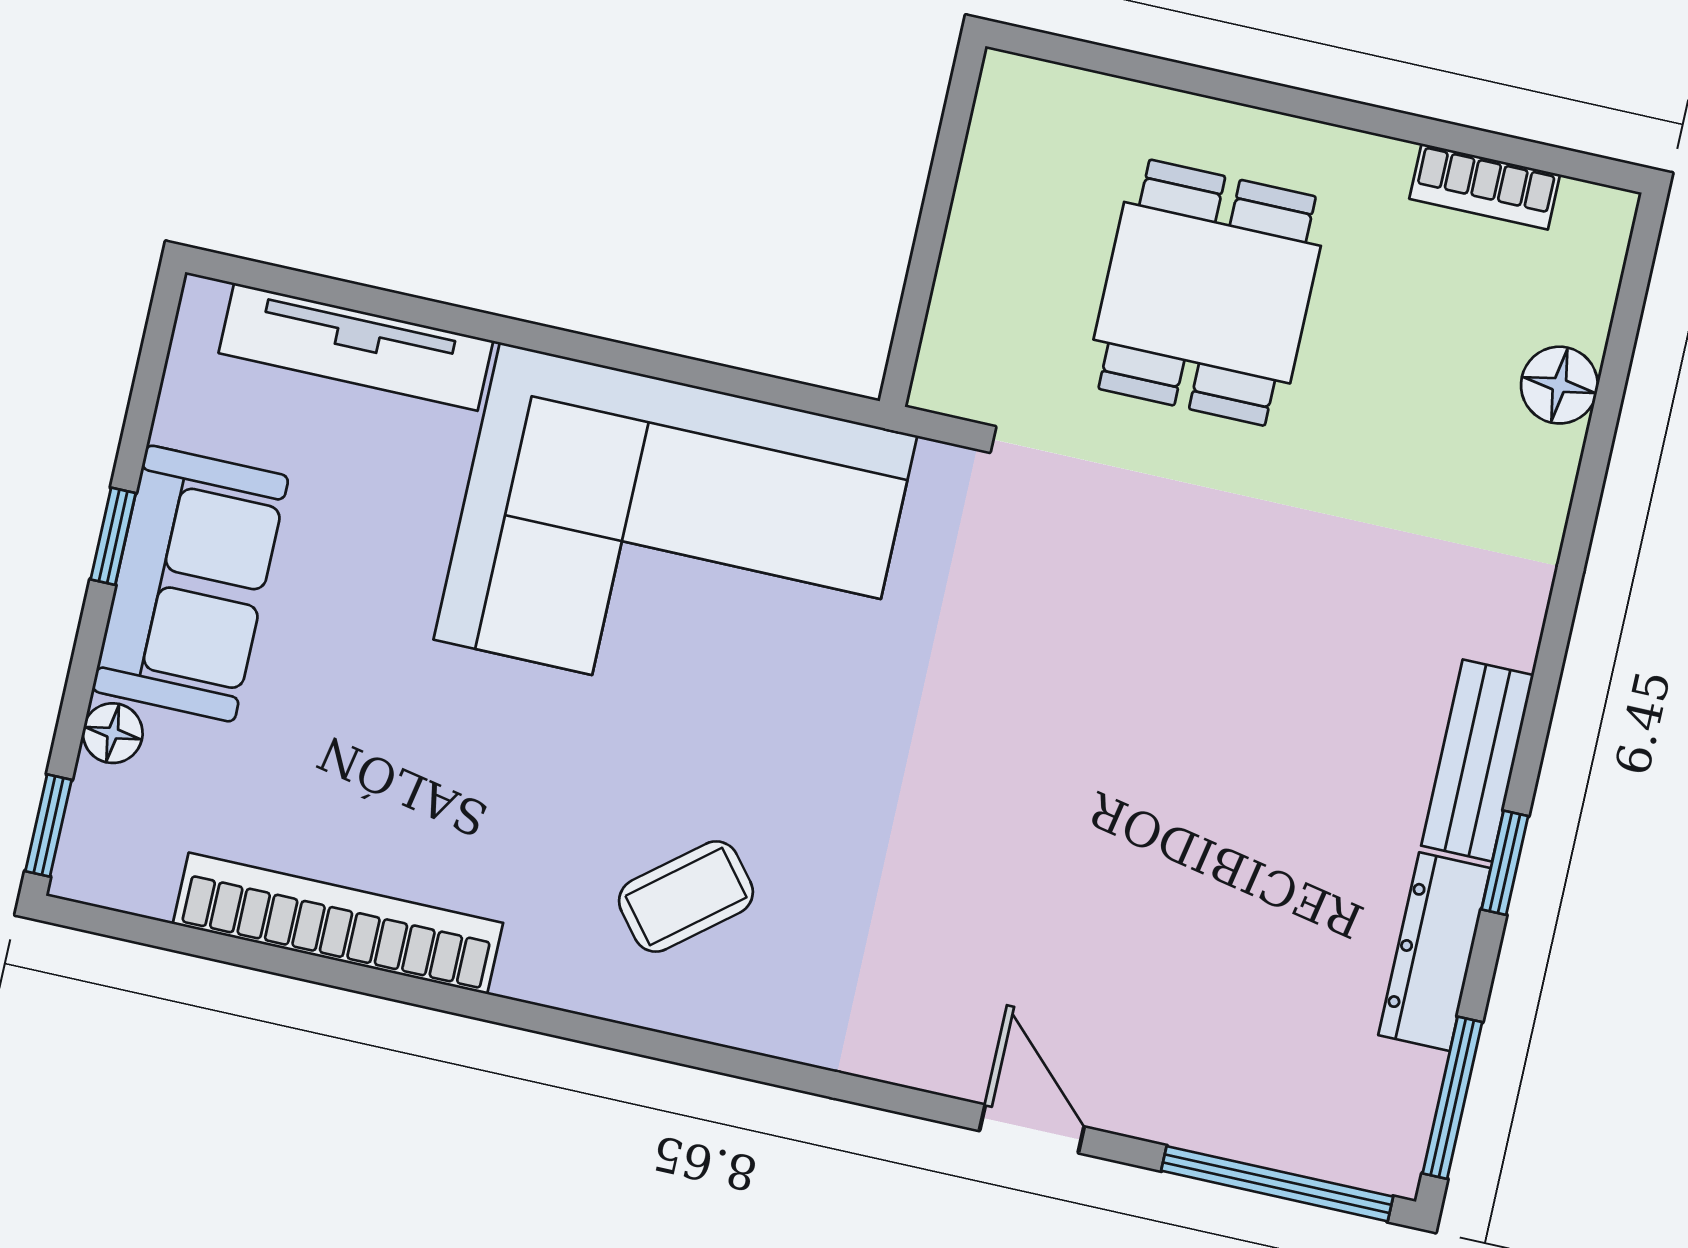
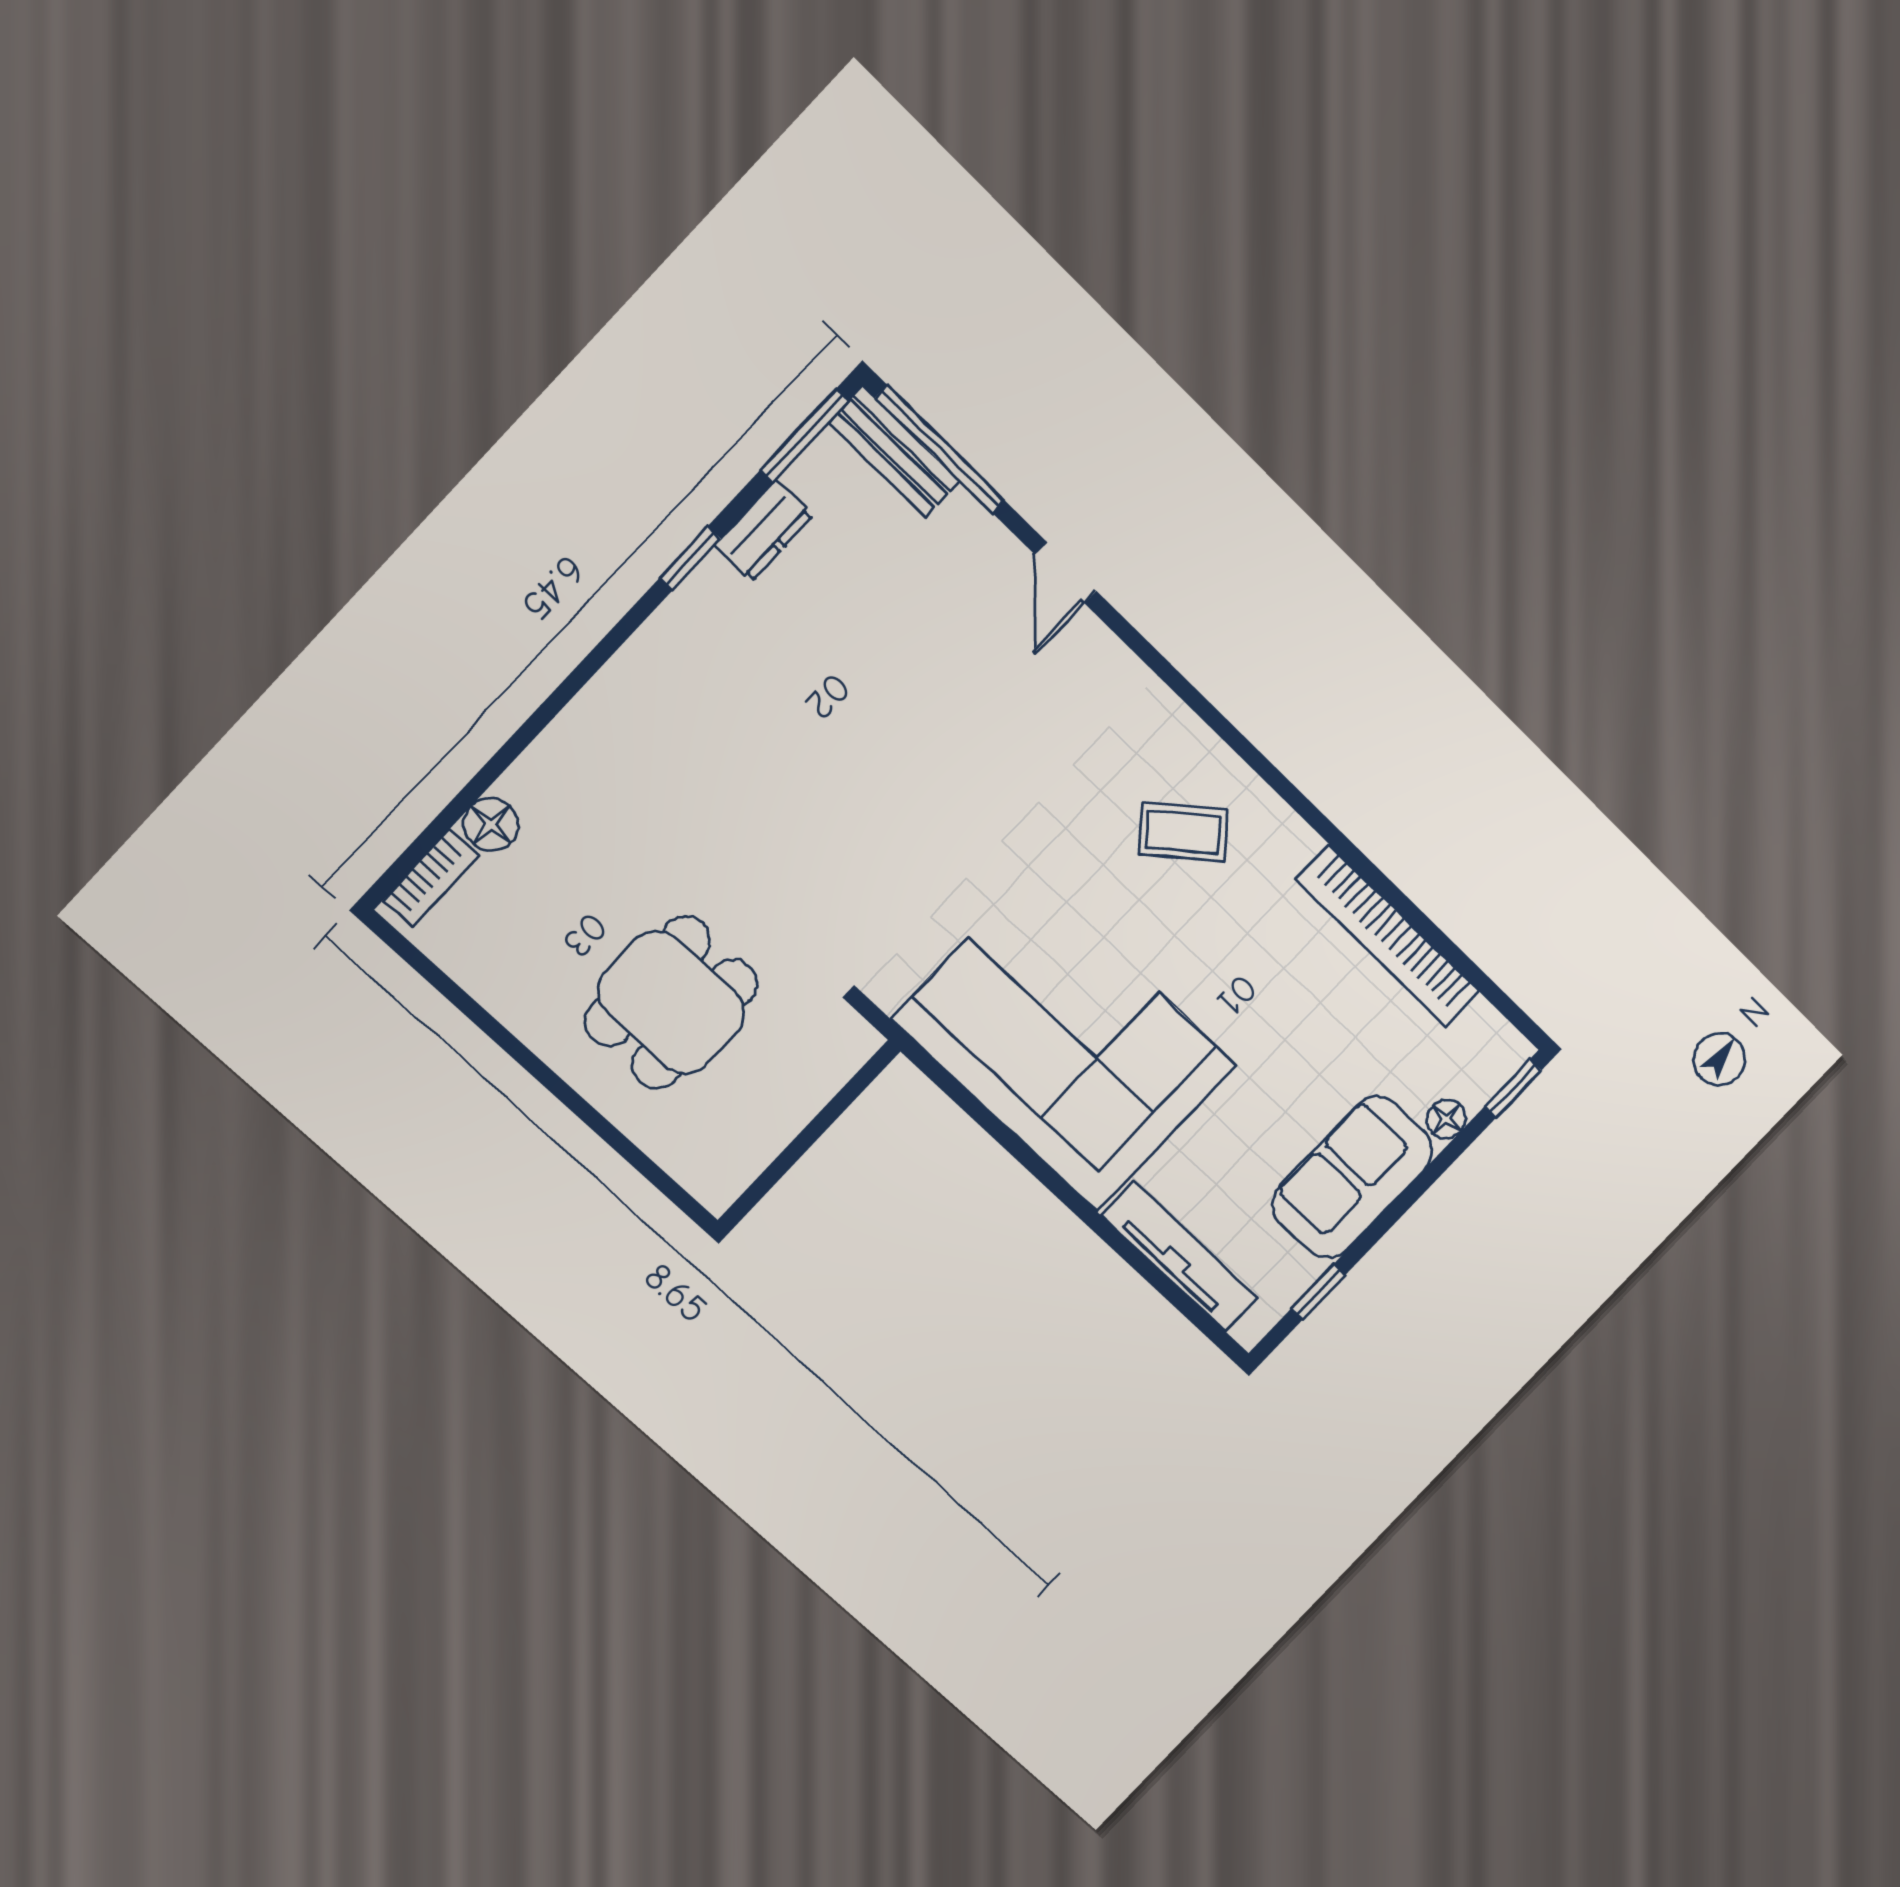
bookcase: (1485, 187) -> (431, 878), moved, turned 90
window: (113, 536) -> (1318, 1292), moved
bench: (1477, 760) -> (894, 452), moved, turned 90
dresser: (1434, 952) -> (764, 531), width x0.70

